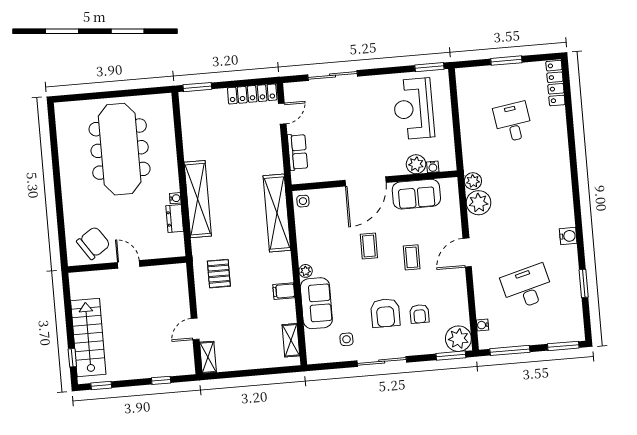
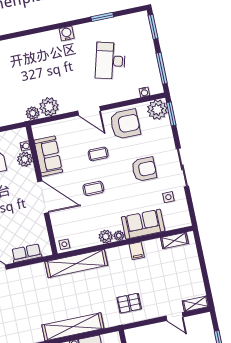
plant: (306, 254) -> (106, 237), added
desk: (527, 287) -> (110, 61), turned 30
armchair: (419, 314) -> (125, 124), moved, width x1.88, depth x1.88

